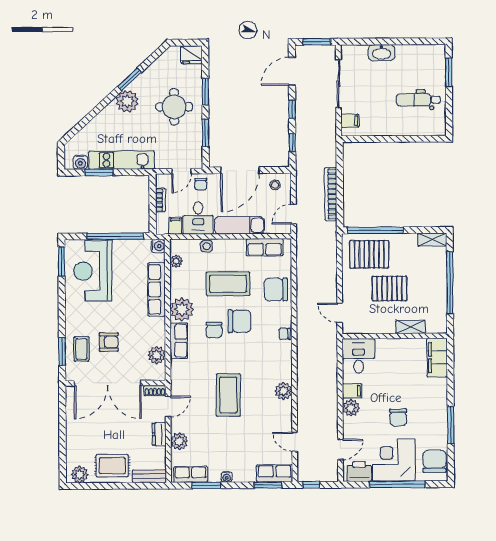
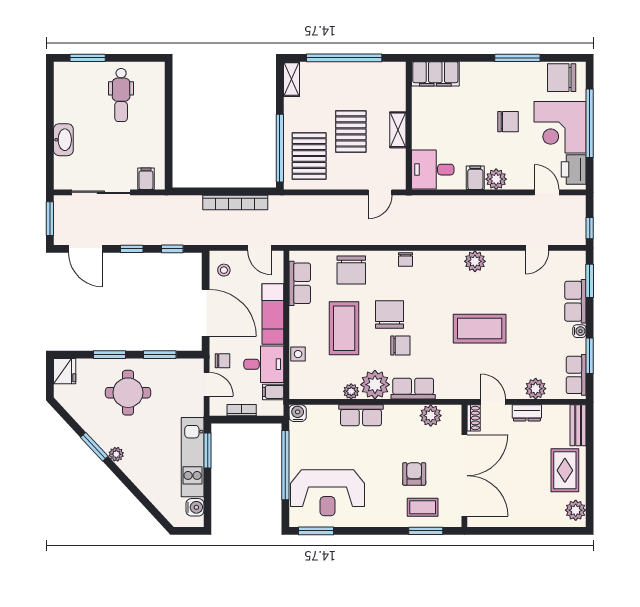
plant: (127, 101) -> (116, 454), width x0.53, depth x0.53
window: (99, 172) -> (208, 450), moved
plant: (176, 261) -> (351, 391), moved
row of seats: (157, 289) -> (361, 415), width x0.68
shelving: (411, 327) -> (398, 130), moved
row of seats: (275, 473) -> (575, 301), moved

